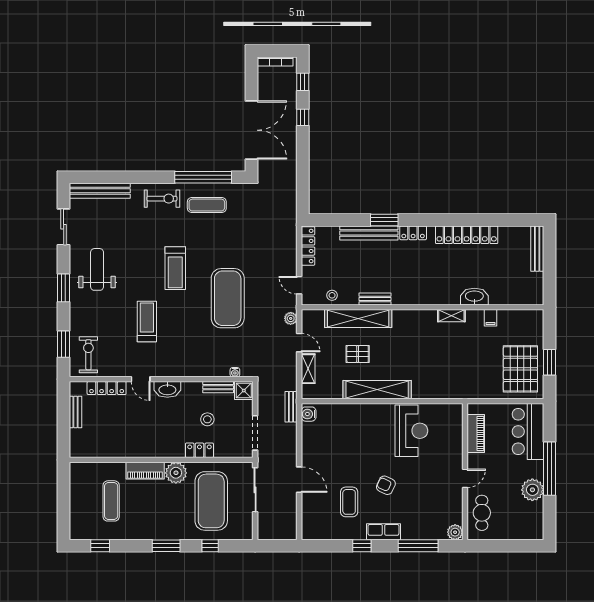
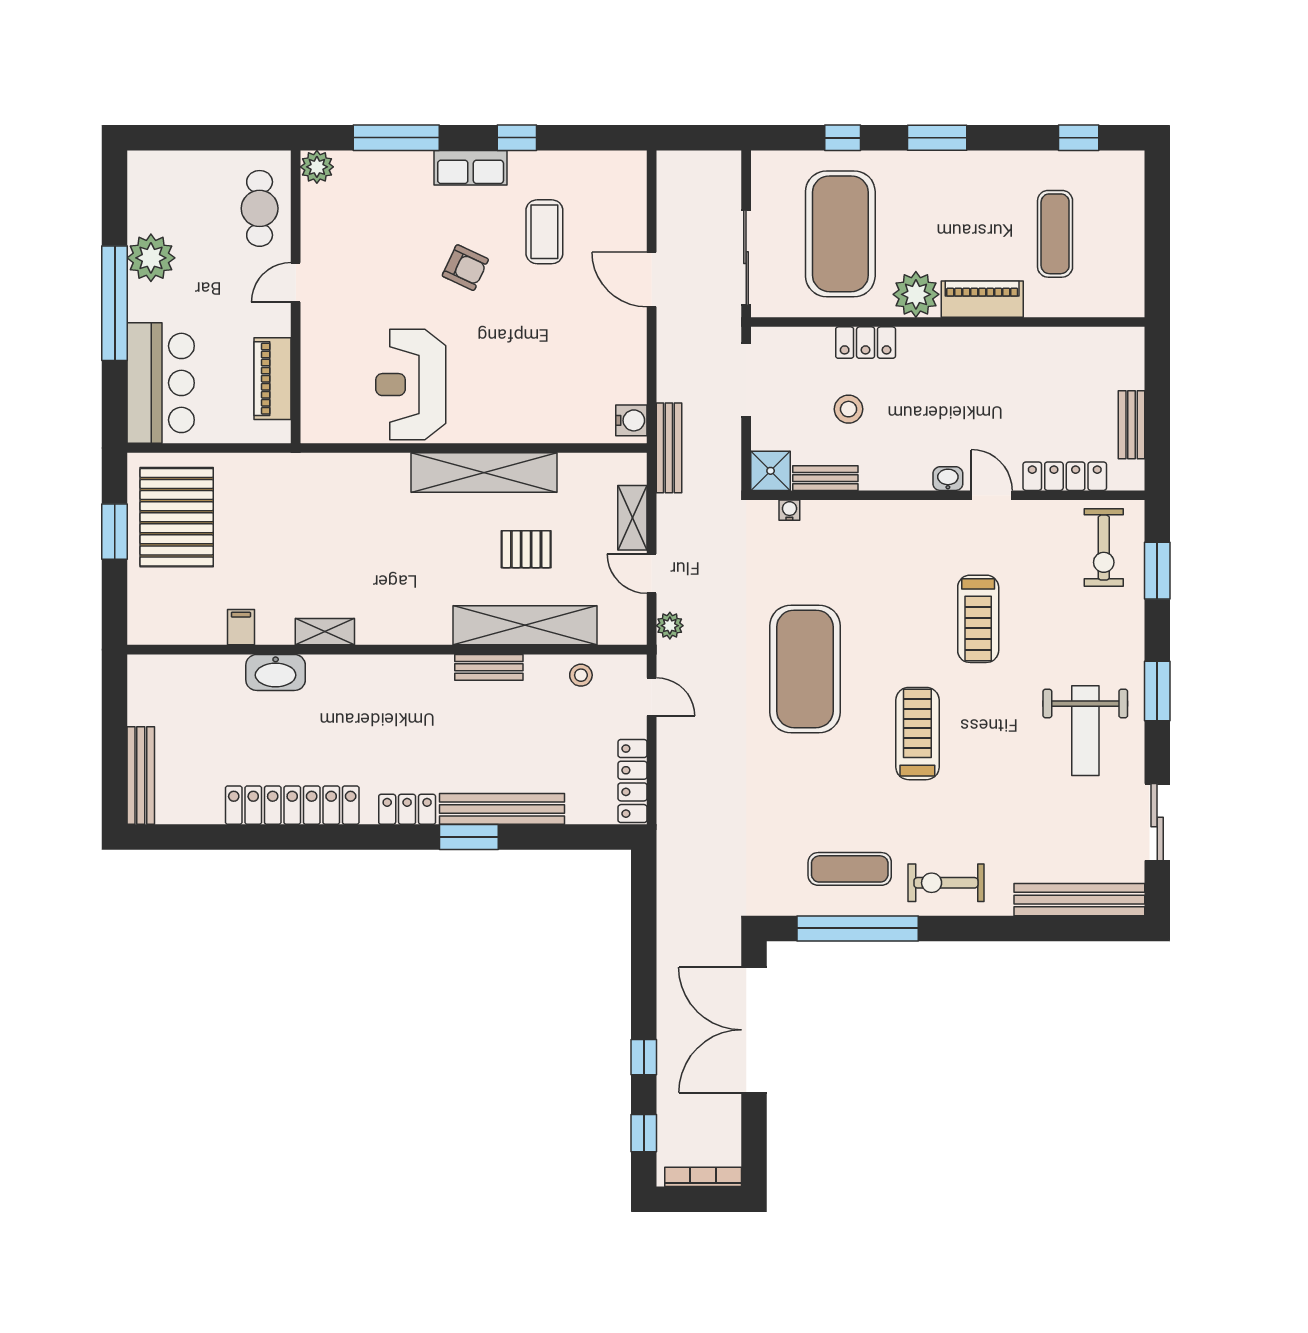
washbasin: (167, 389) -> (948, 479), width x0.52, depth x0.69
bench: (291, 407) -> (669, 448), width x1.36

